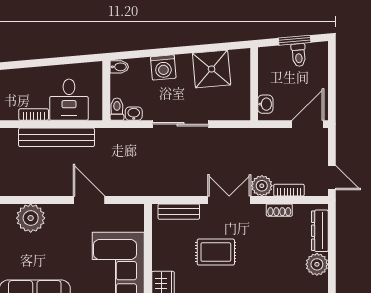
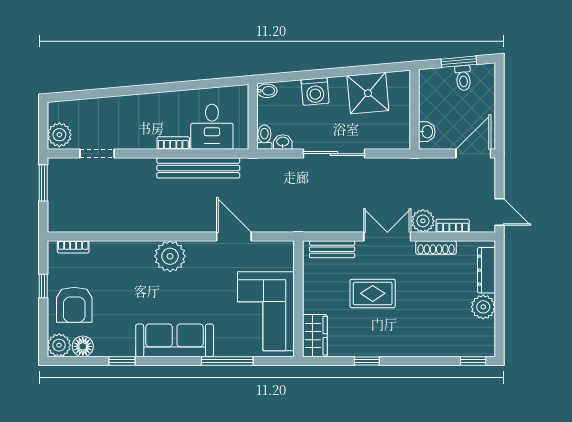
shoe rack: (279, 210) -> (436, 247), width x1.43

